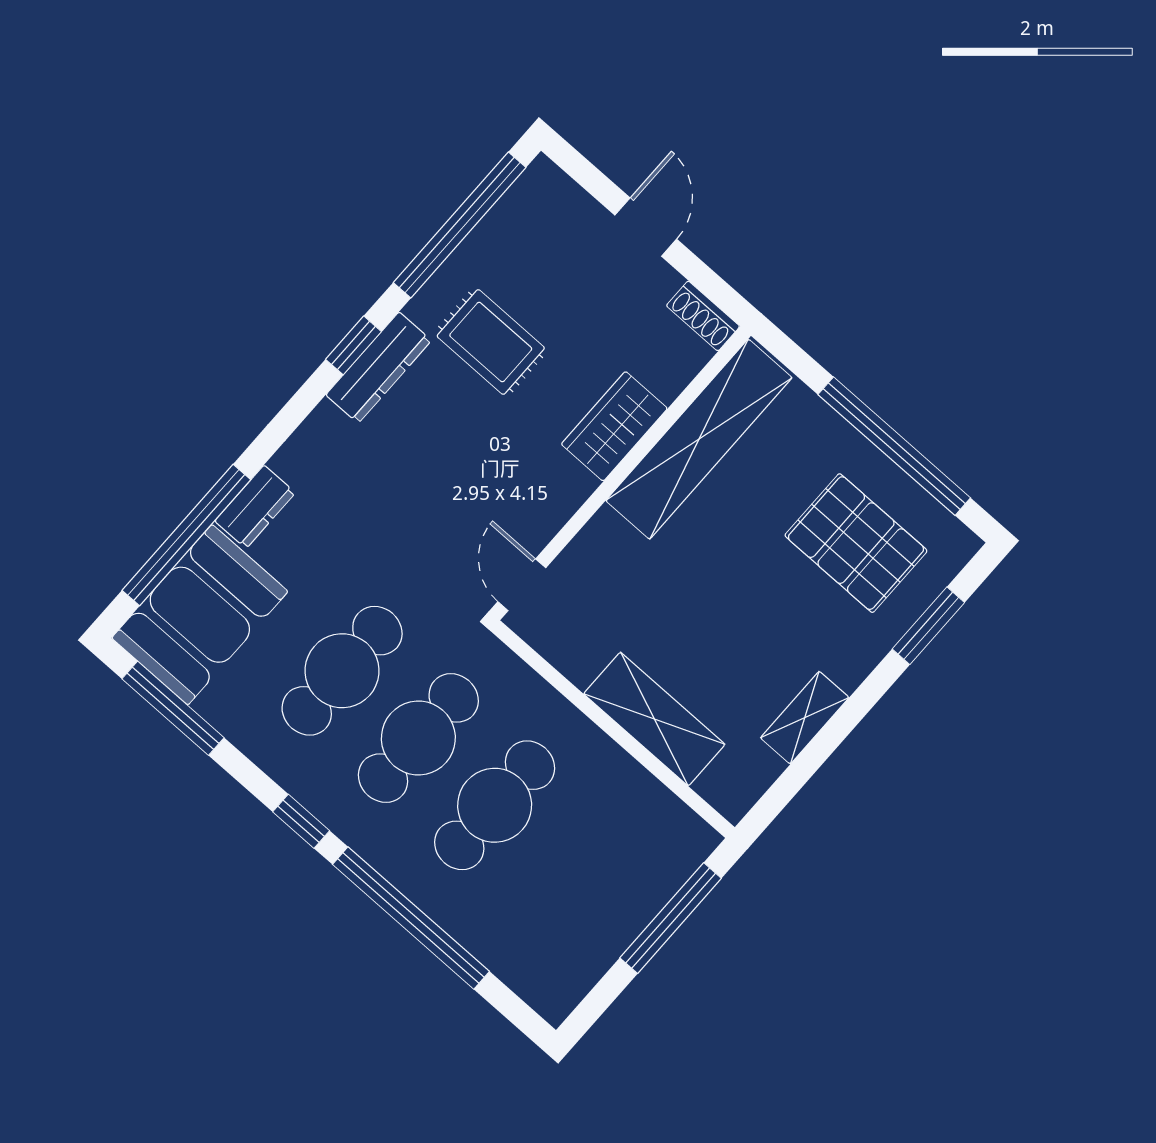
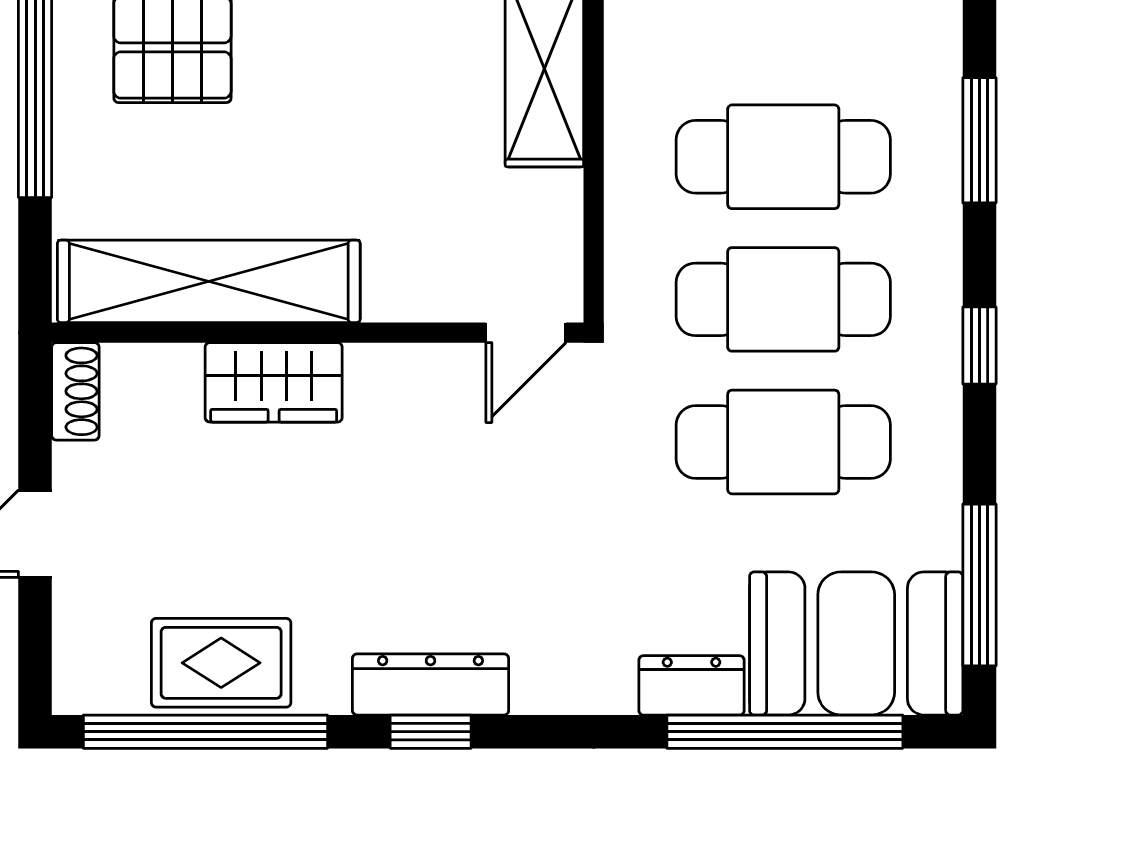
rug: (491, 342) -> (221, 663), moved, turned 90
window: (411, 918) -> (979, 140), width x0.47

